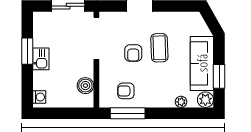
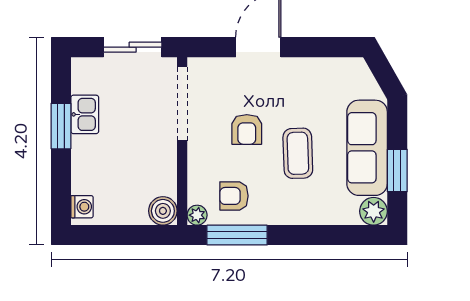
coffee table: (159, 48) -> (298, 153), moved
kitchen sink: (41, 59) -> (85, 114), moved
boiler: (85, 86) -> (163, 211), moved
plant: (181, 102) -> (197, 215), moved

